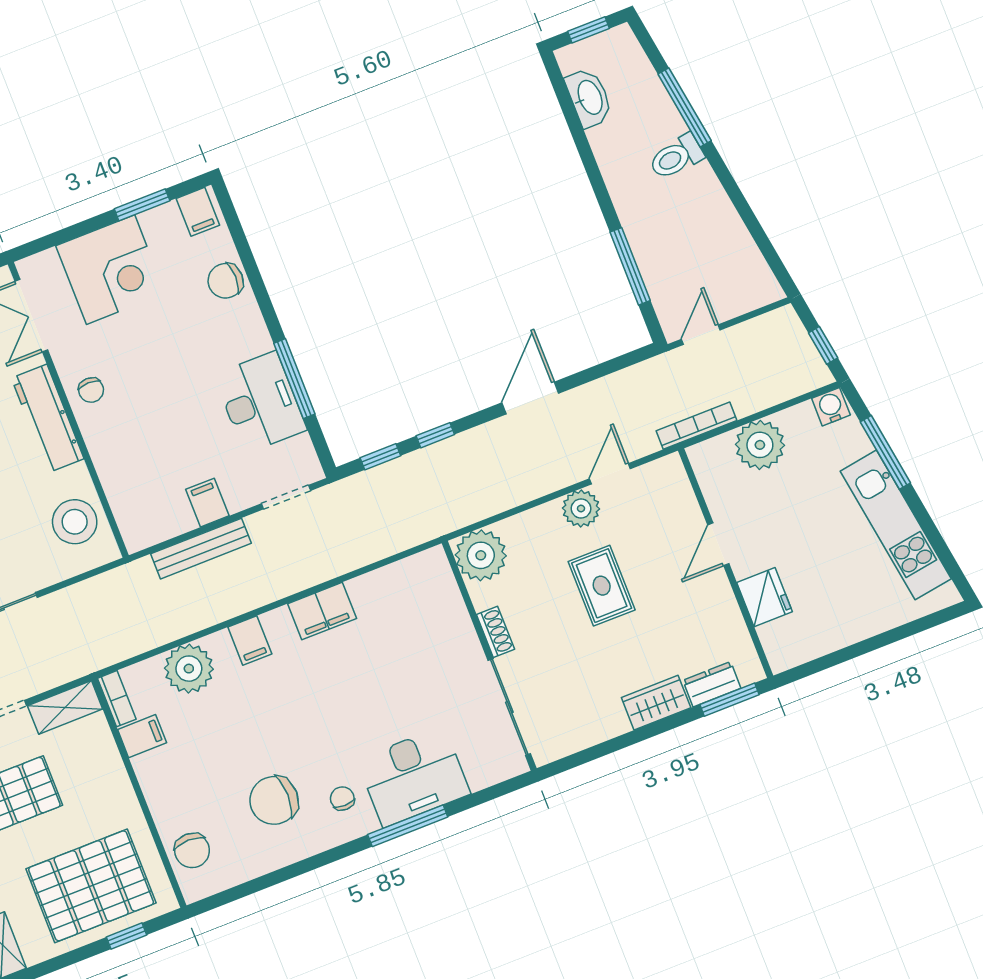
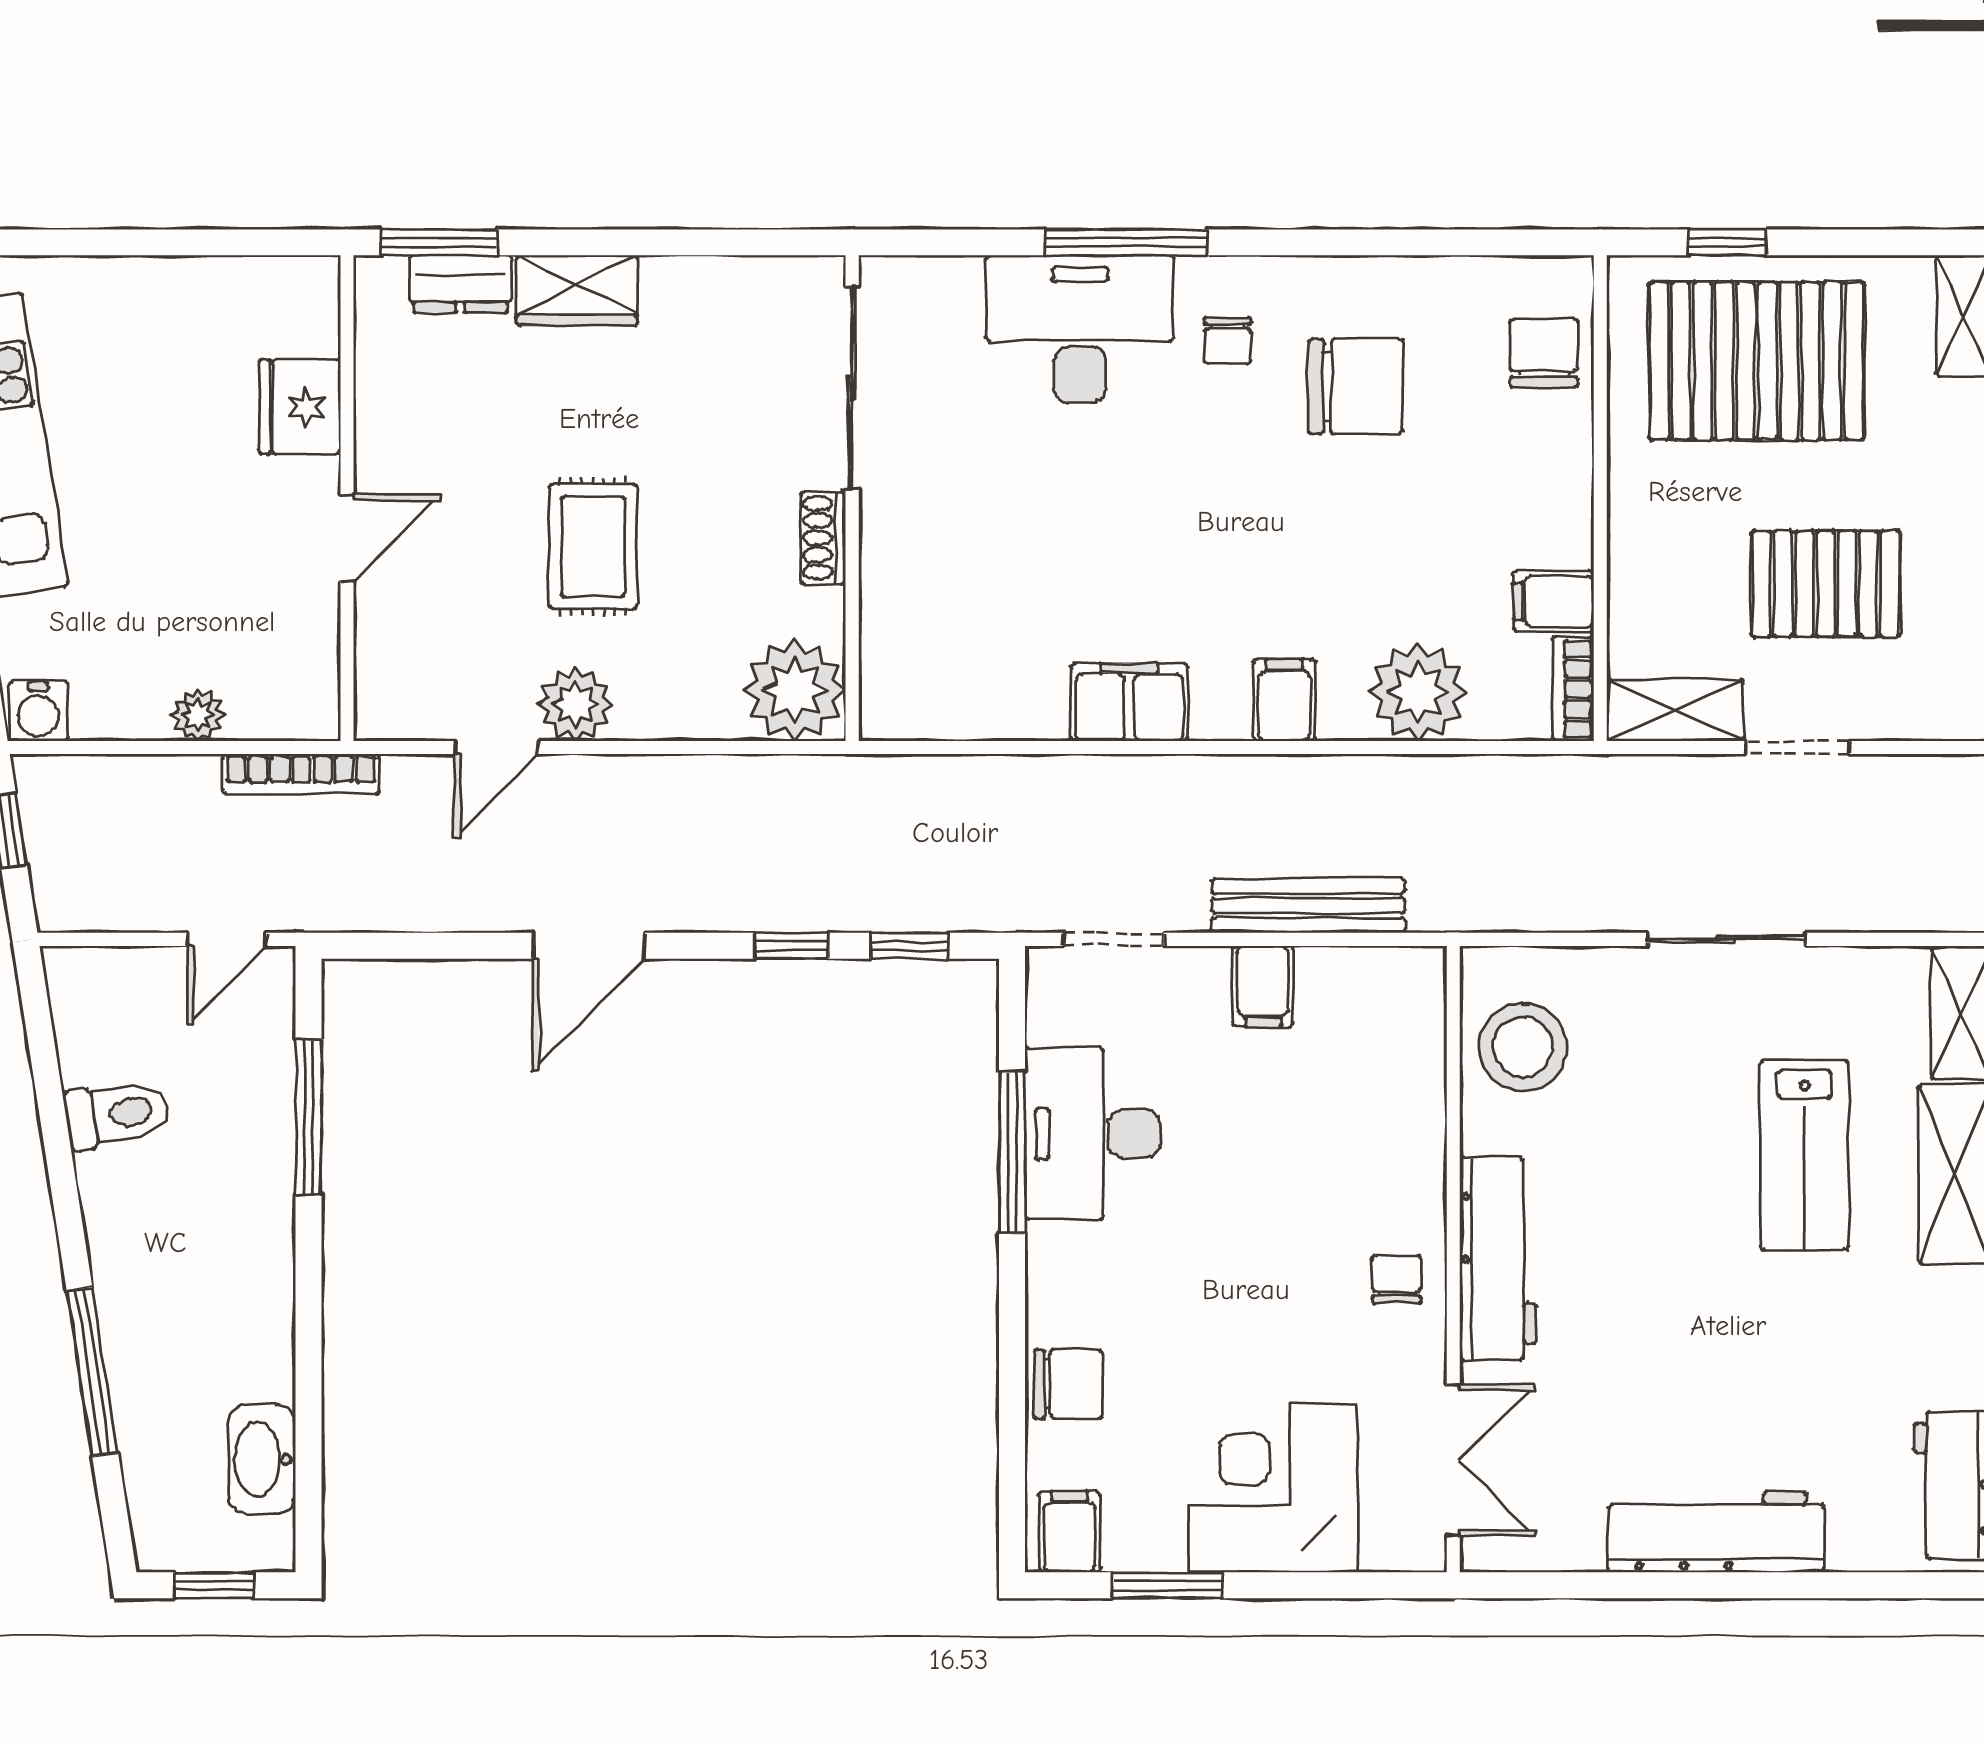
toilet: (676, 157) -> (117, 1114), moved
plant: (760, 445) -> (198, 715), width x0.53, depth x0.53

